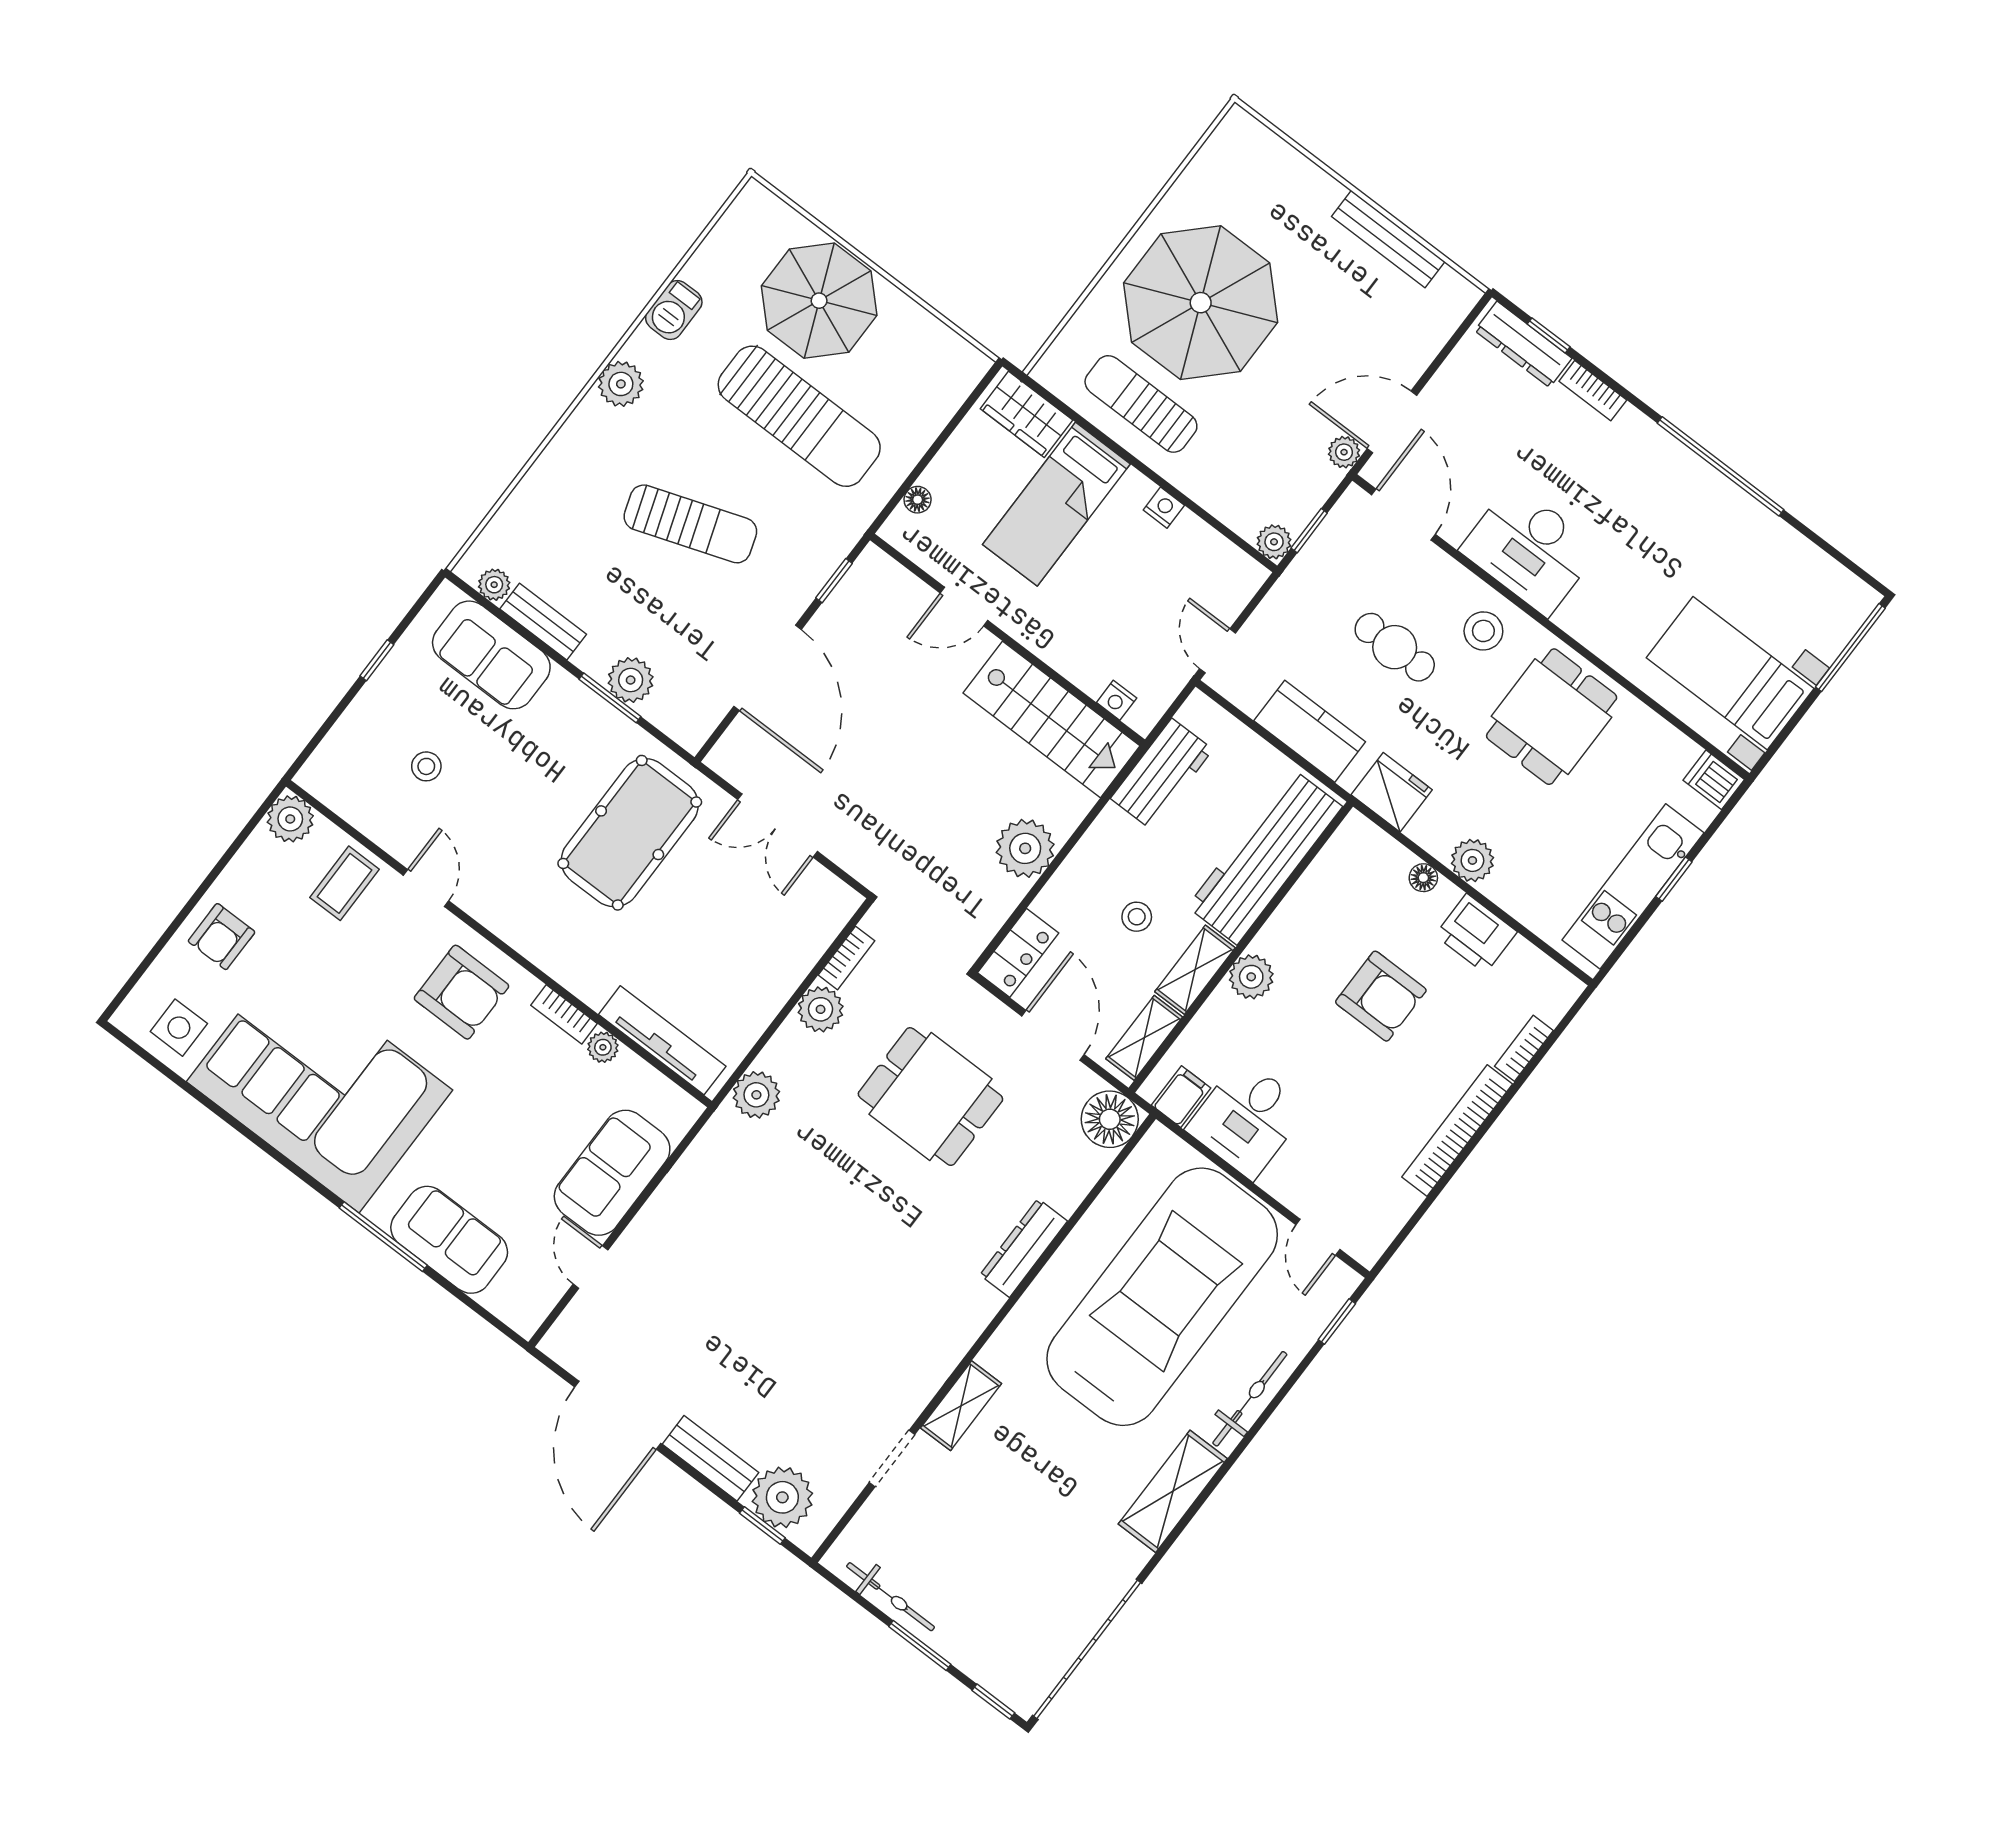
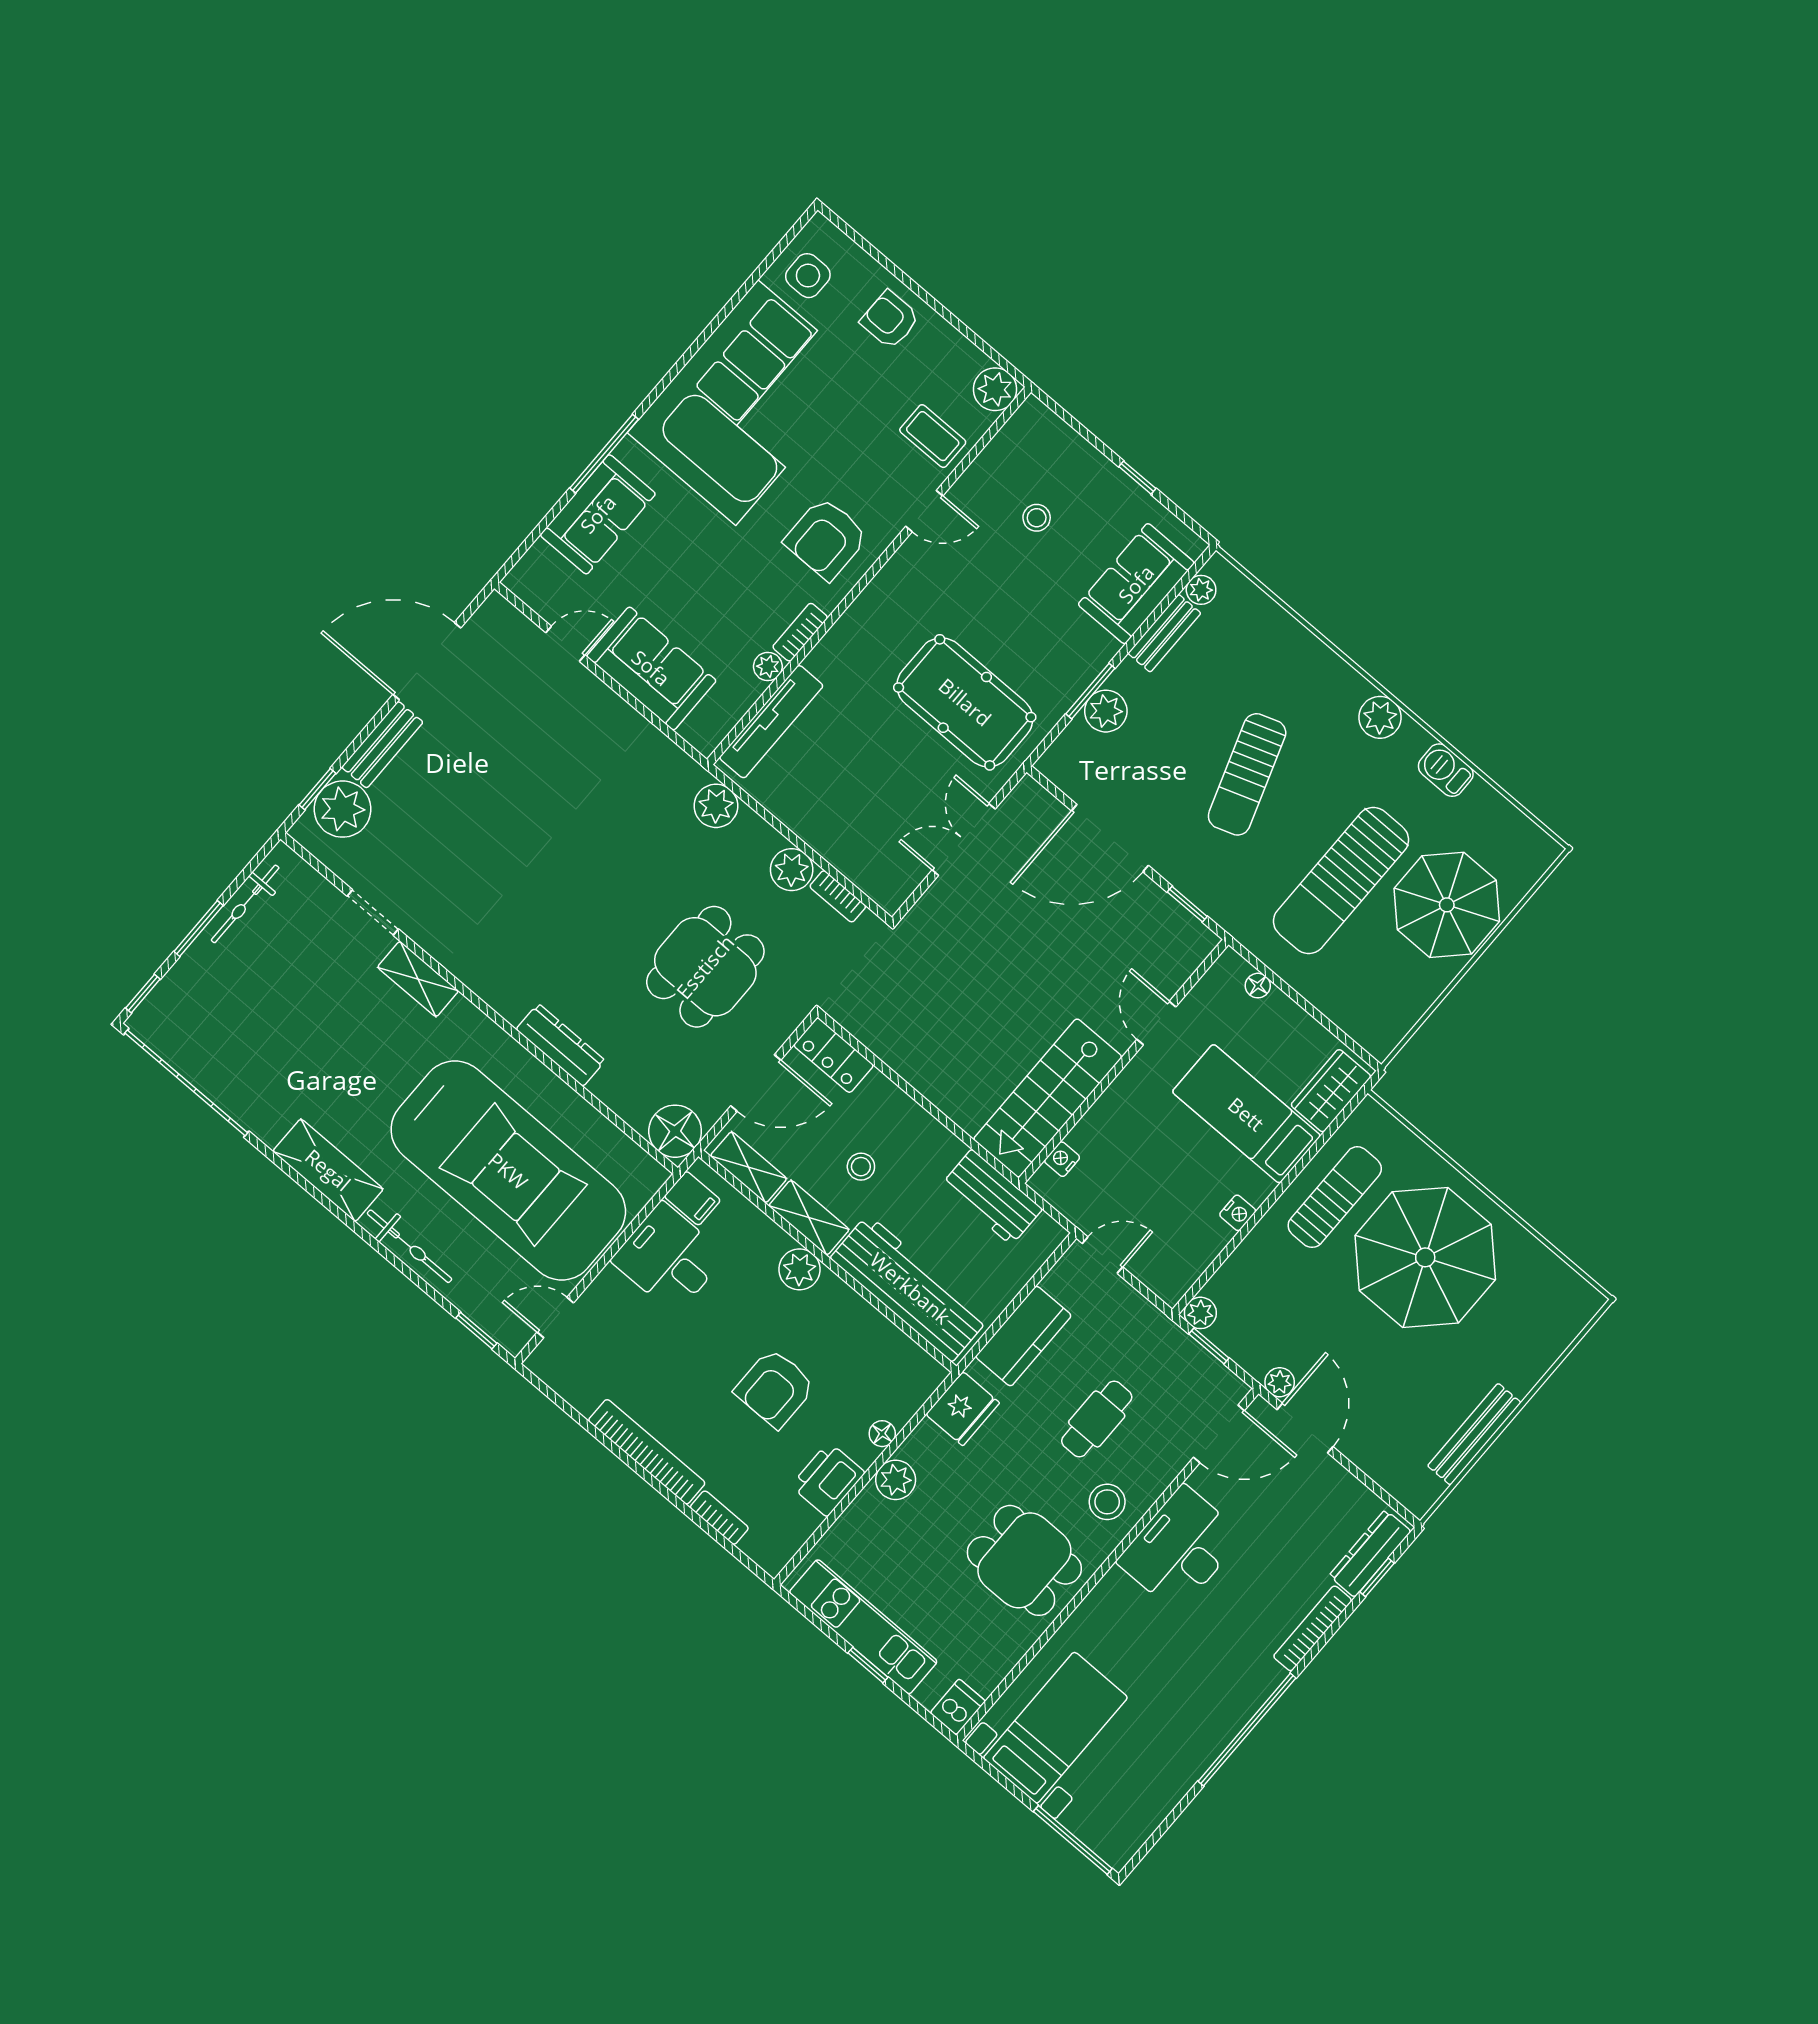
bookcase: (1593, 391) -> (1313, 1628), width x1.56
plant: (1025, 848) -> (930, 1067), removed

